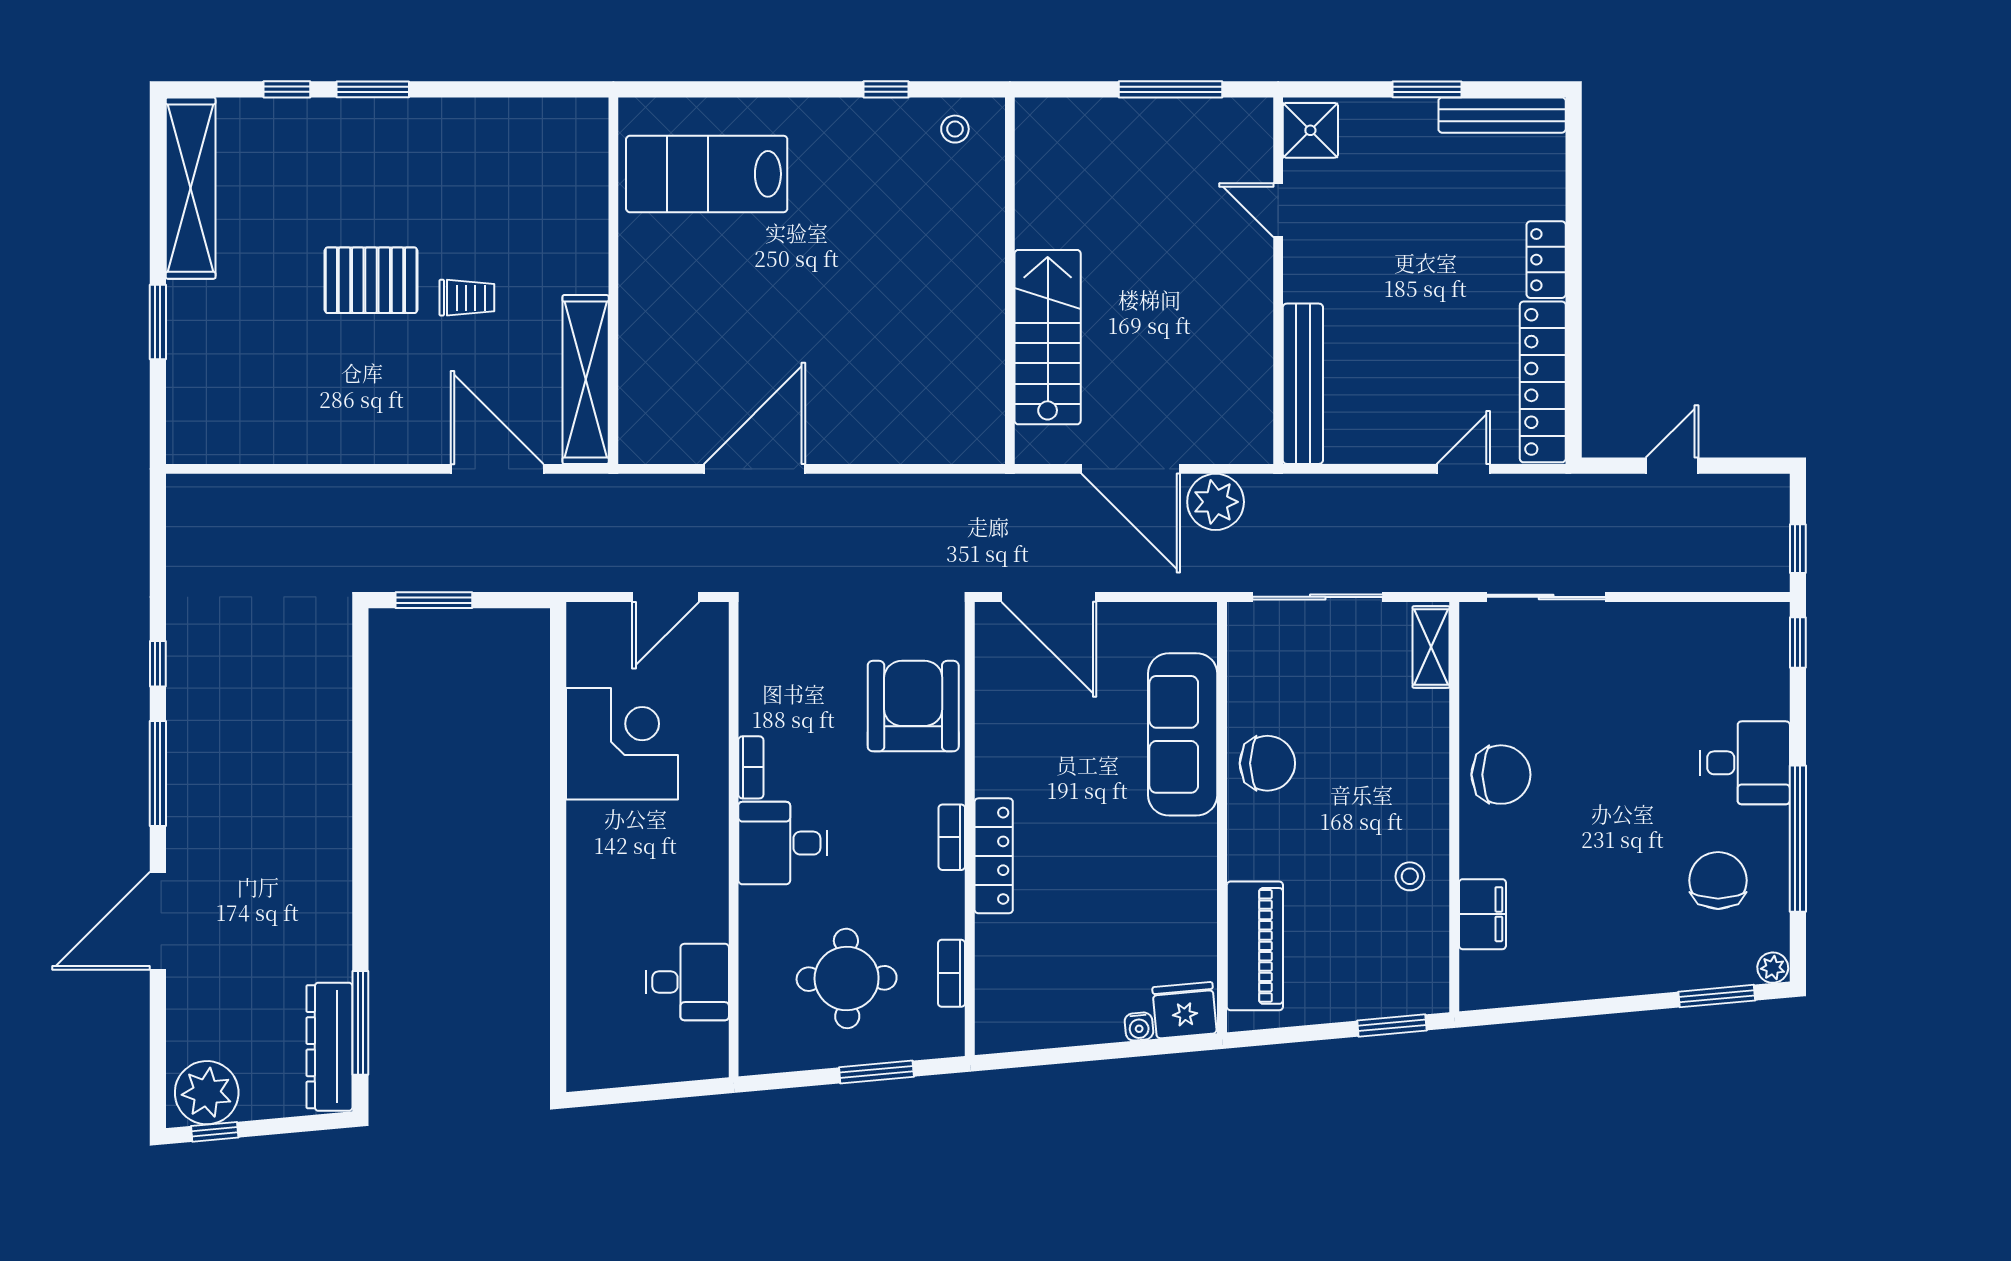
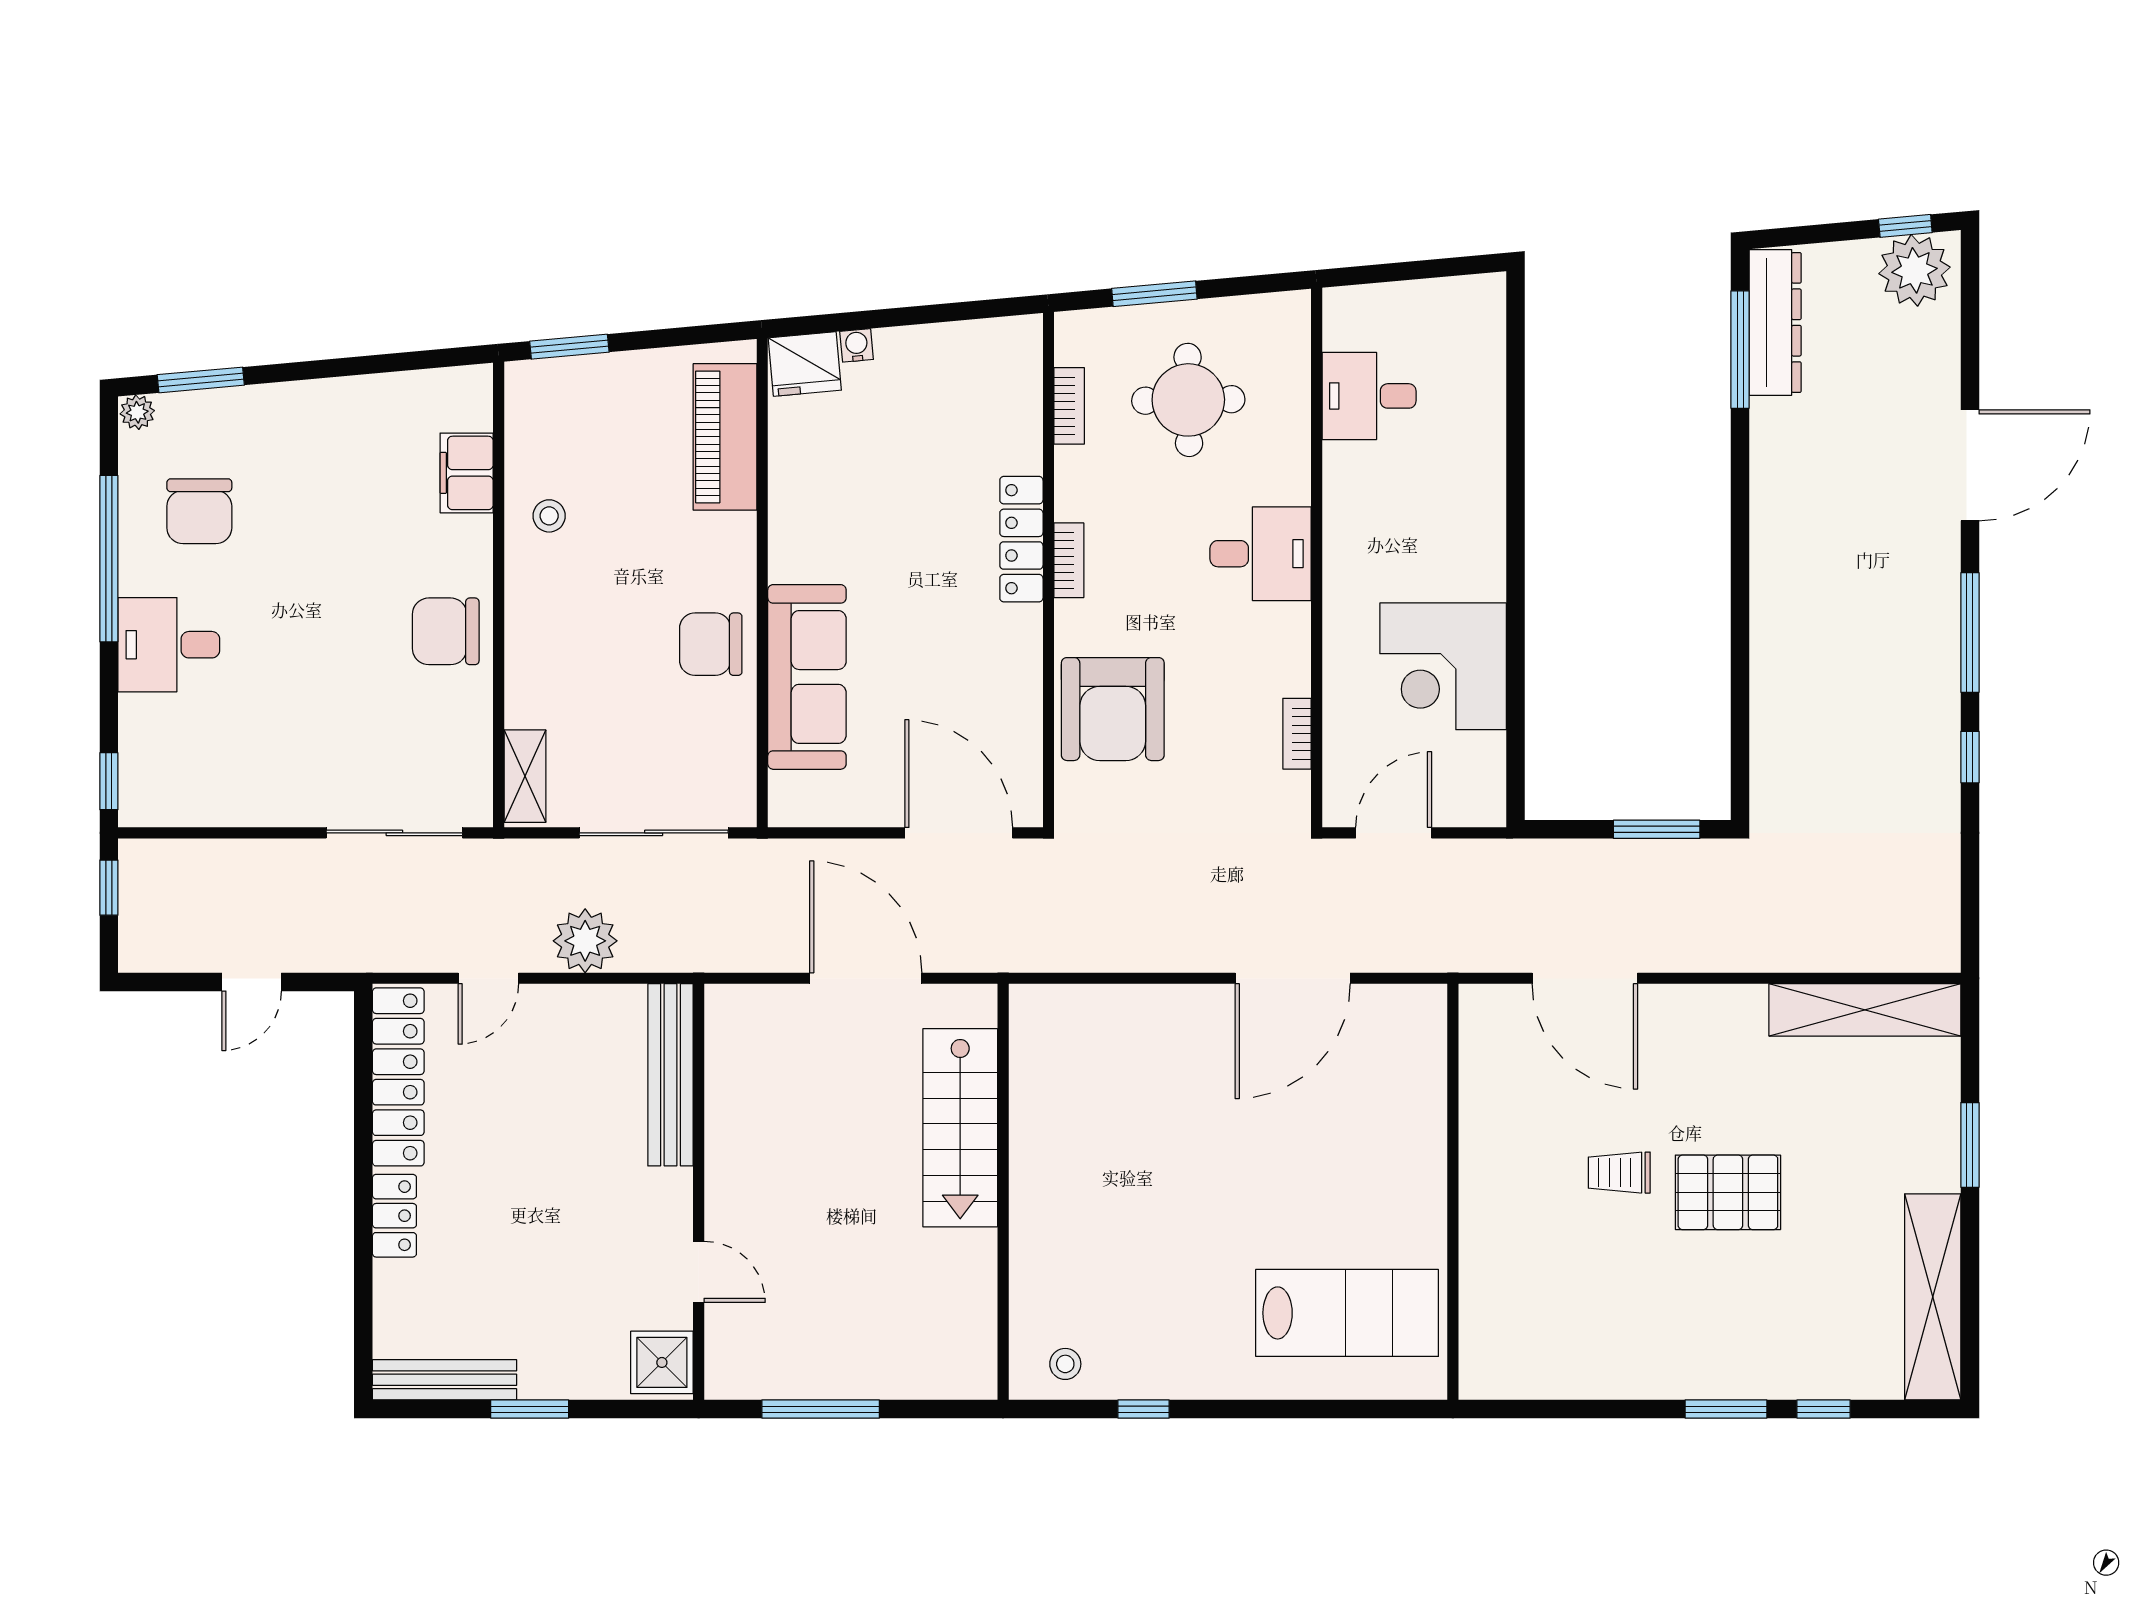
shelving: (586, 379) -> (1865, 1010), moved, turned 90
plant: (1216, 502) -> (585, 941), moved
bookcase: (751, 767) -> (1297, 734), moved

